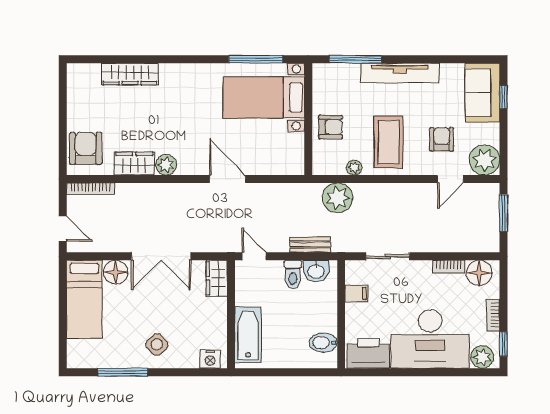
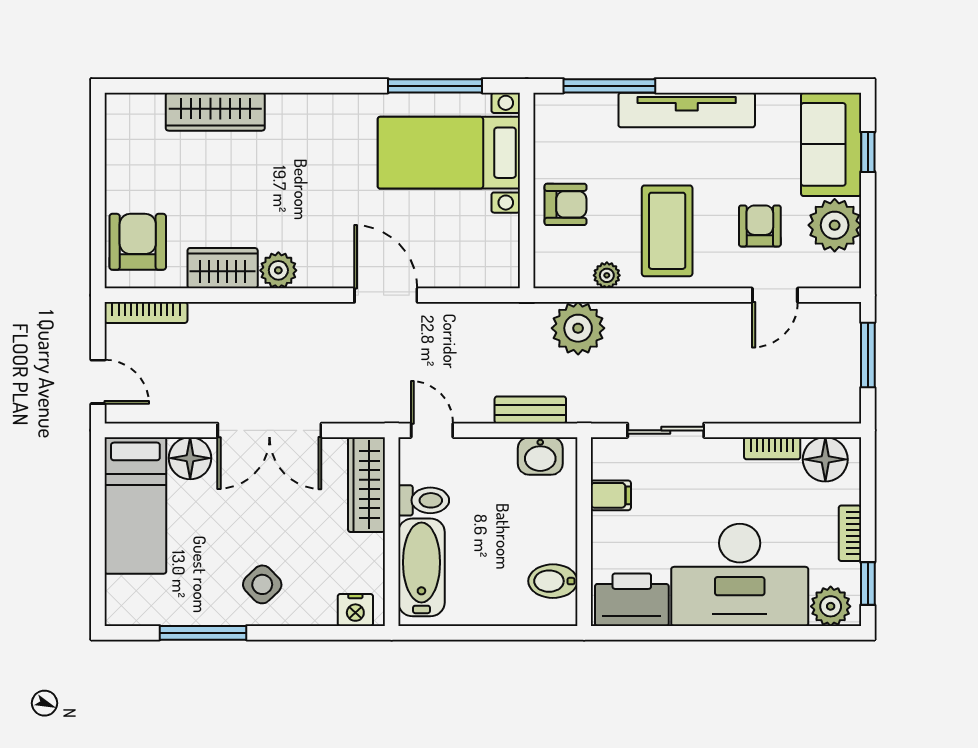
plant: (484, 160) -> (835, 225), moved
toilet: (293, 275) -> (424, 500), moved, turned -90
wardrobe: (217, 278) -> (367, 485), width x1.50

